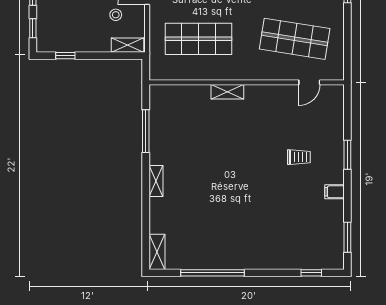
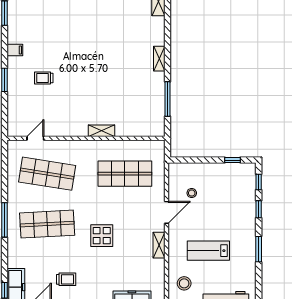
shelving: (128, 45) -> (182, 169), removed

